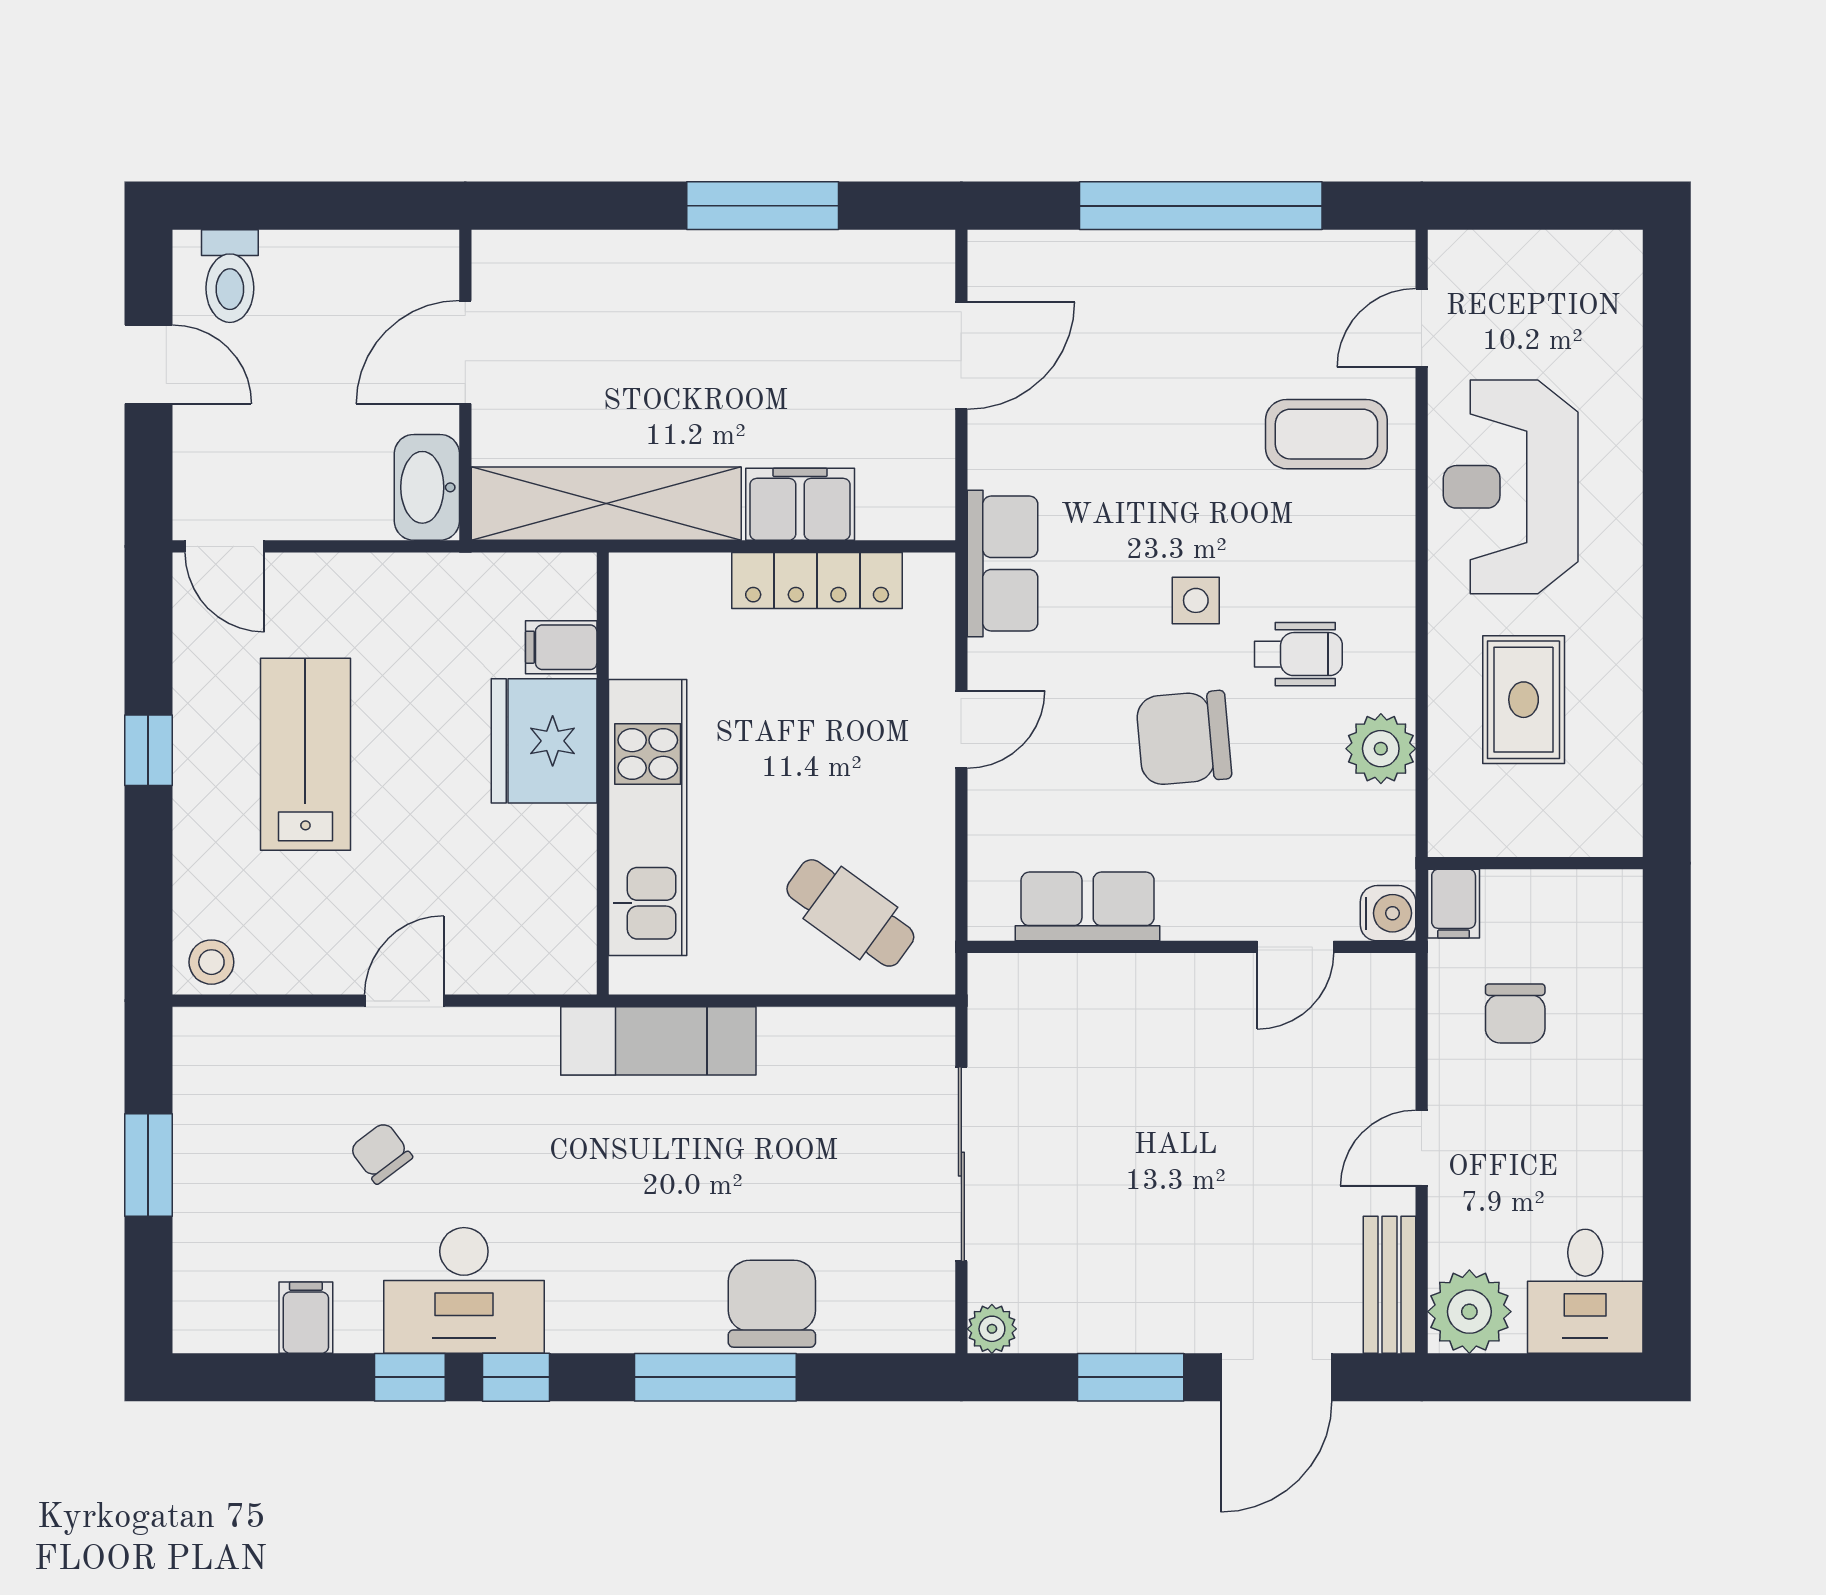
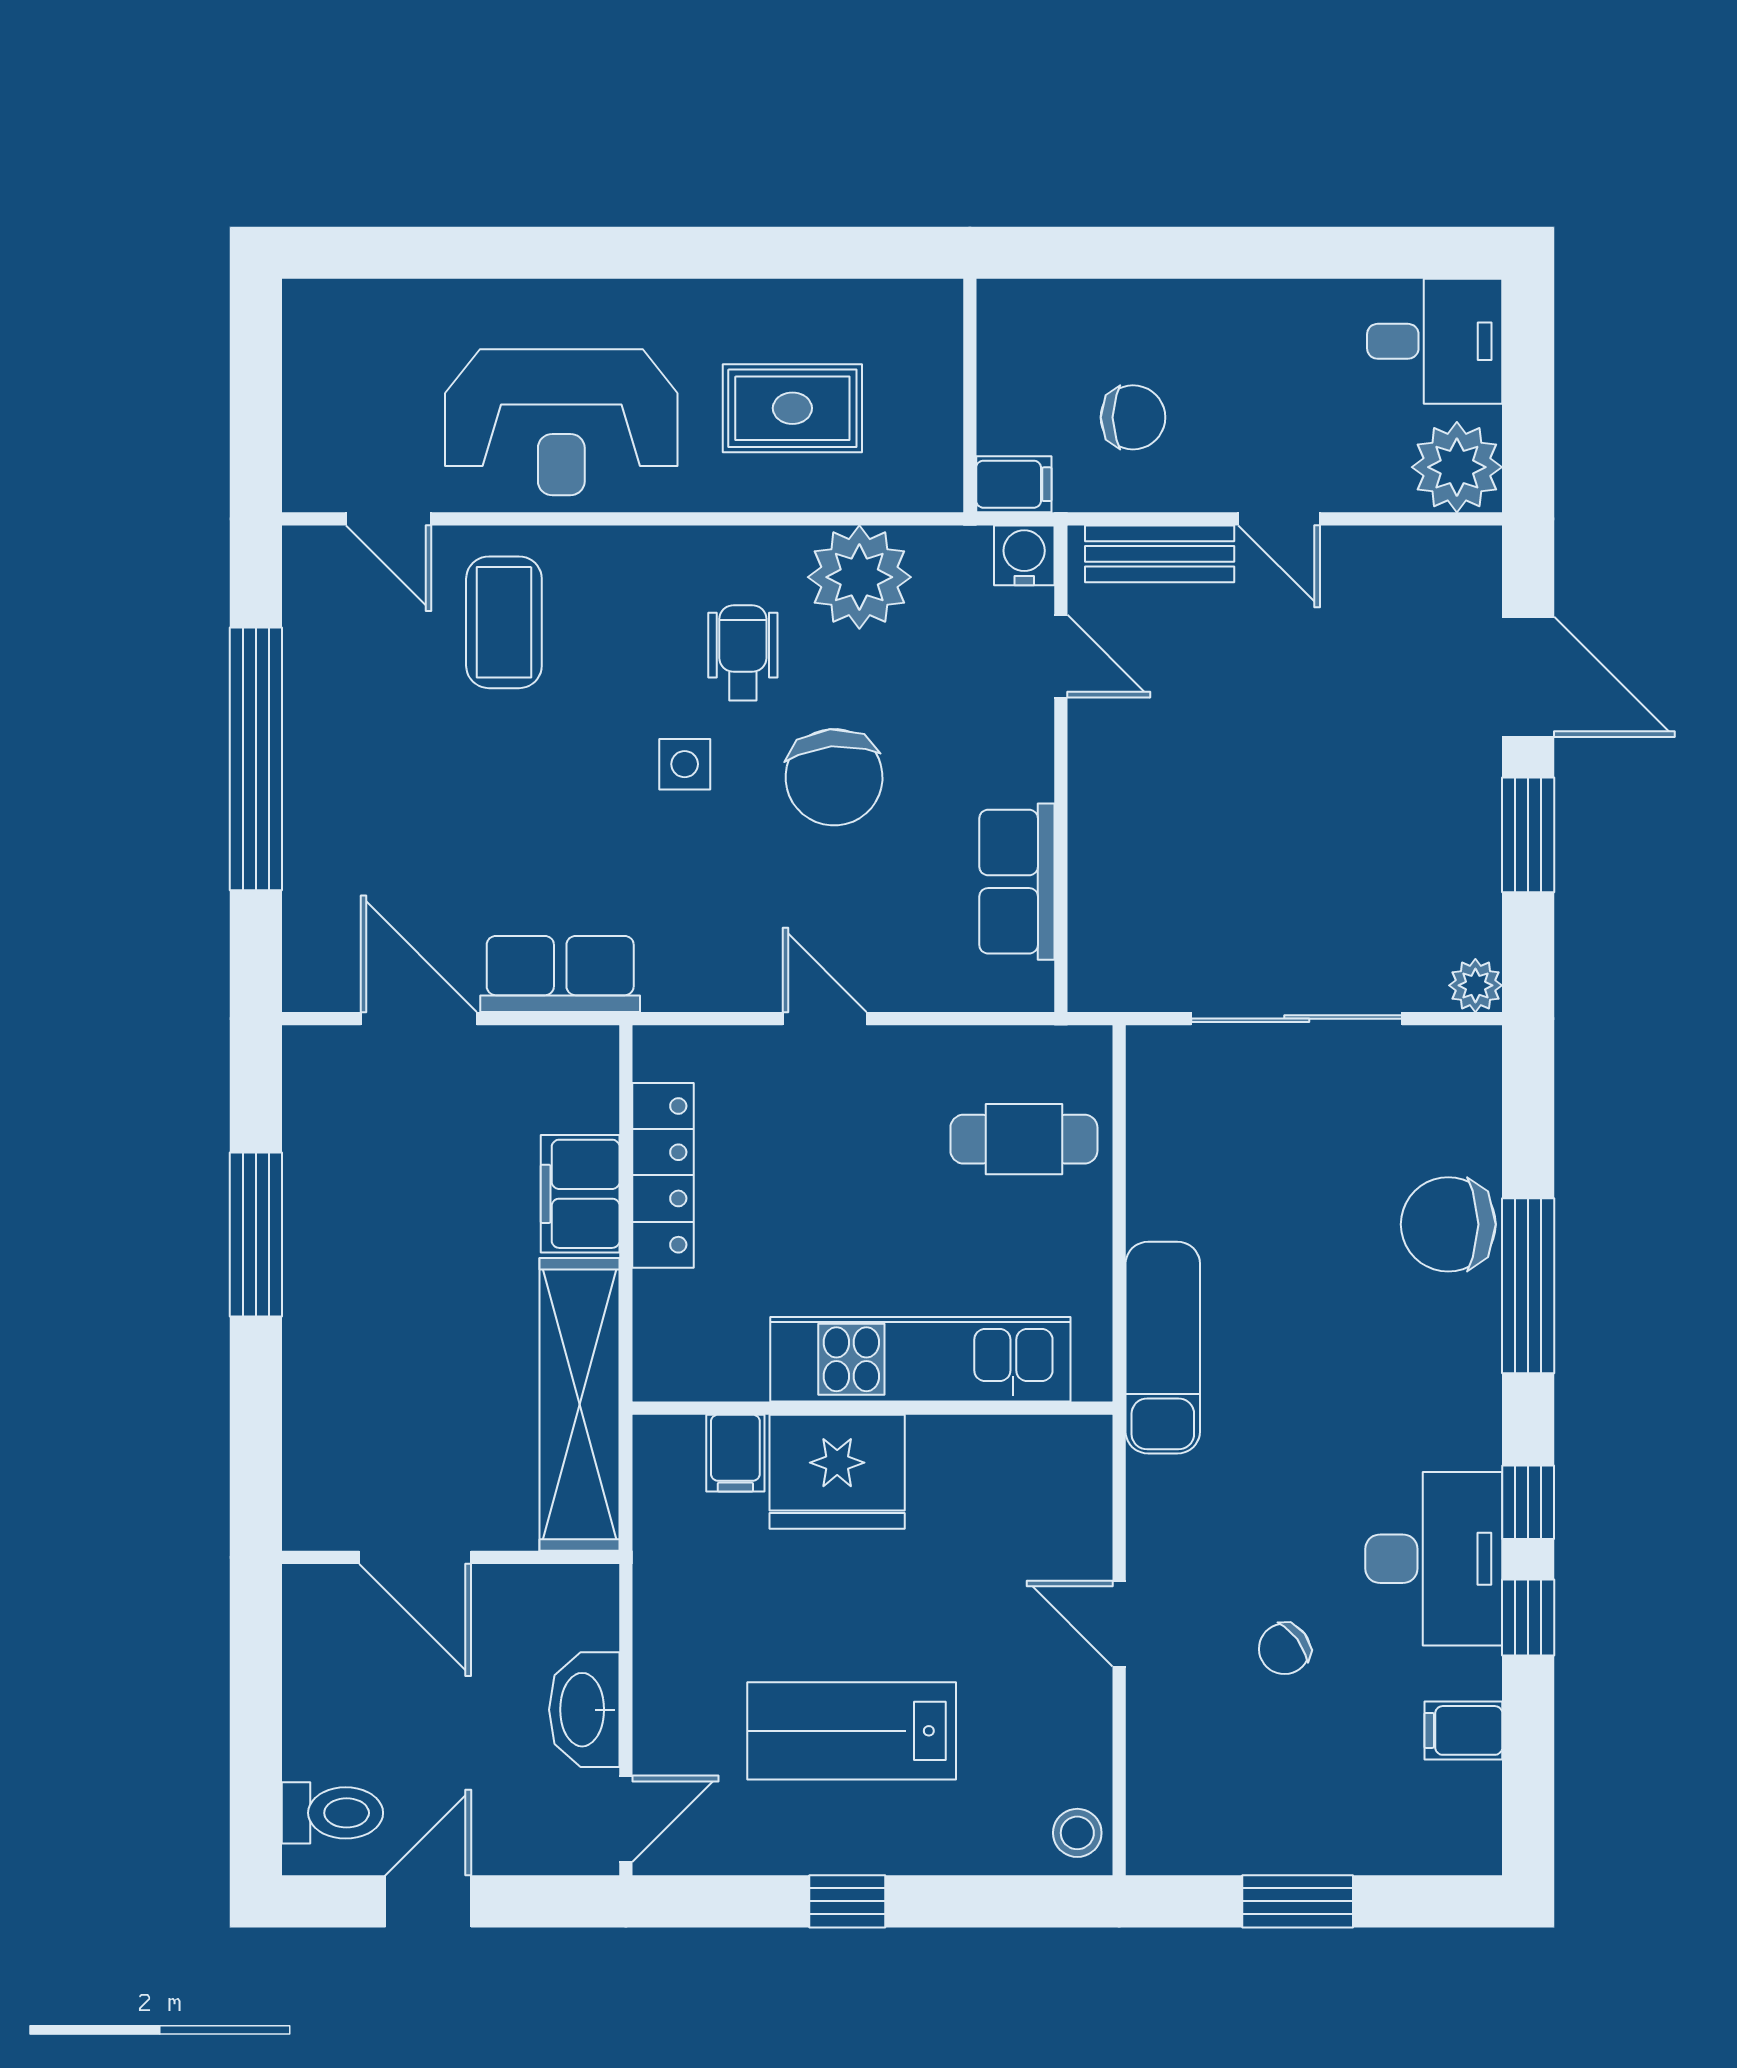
washbasin: (427, 487) -> (584, 1710), moved, turned 90
row of seats: (1003, 564) -> (560, 974), moved
plant: (1381, 749) -> (859, 577), width x1.36, depth x1.36
cafe table: (850, 913) -> (1024, 1139), turned 54
bench: (1390, 1285) -> (1160, 554), moved

